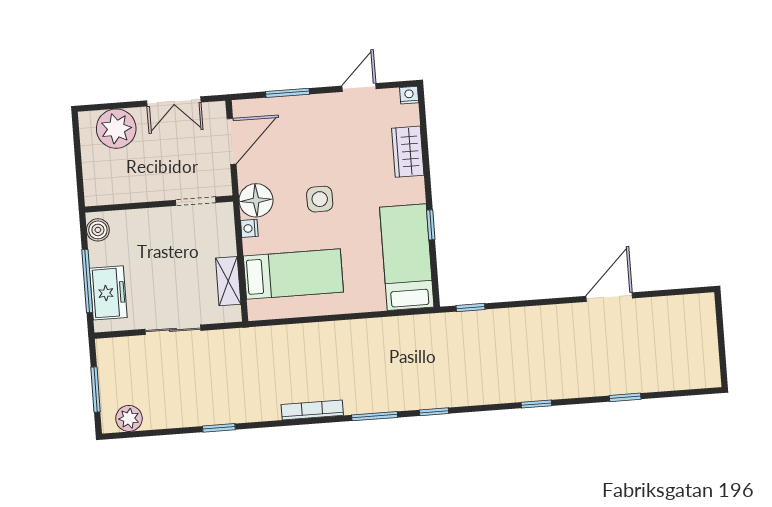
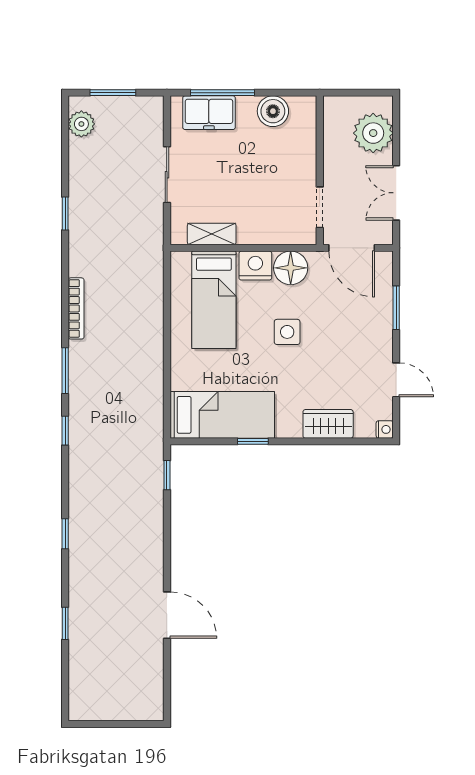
doorway: (196, 201) -> (320, 207), moved
wall: (159, 204) -> (320, 170), moved
nightstand: (249, 228) -> (255, 266), width x1.89, depth x1.79
boiler: (98, 230) -> (273, 111), width x1.36, depth x1.36

